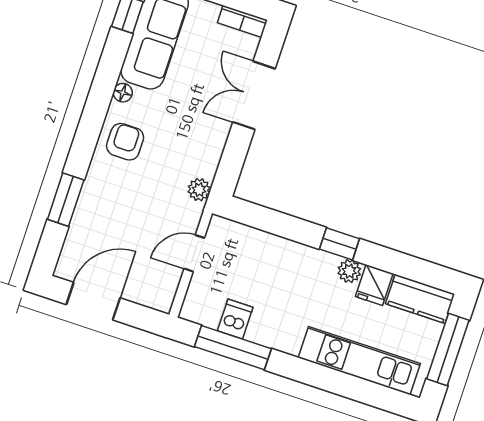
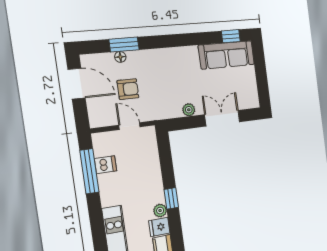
bookcase: (242, 21) -> (254, 95), removed
floor lamp: (123, 93) -> (120, 57), moved
armchair: (125, 142) -> (128, 89), moved
plant: (199, 190) -> (189, 110), moved

